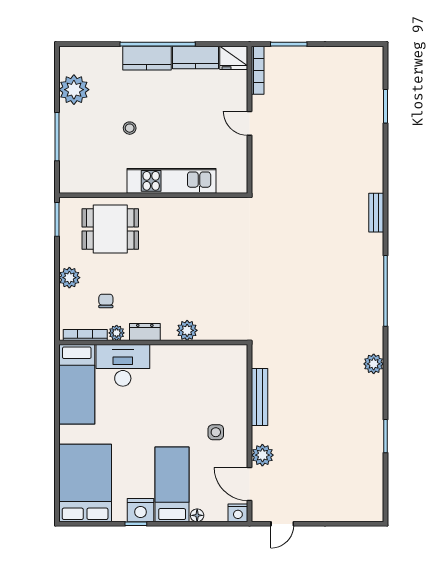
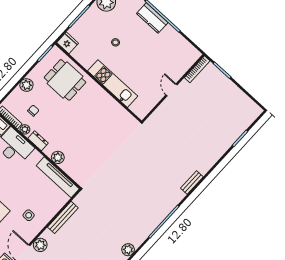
kitchen counter: (196, 57) -> (174, 38), removed
fridge: (234, 58) -> (68, 43), moved, turned 180
tv unit: (209, 354) -> (58, 177), added

